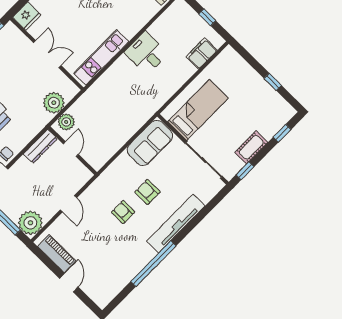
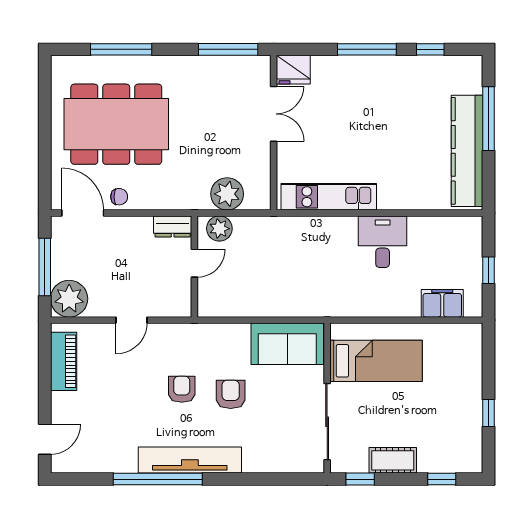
double door: (47, 54) -> (274, 114), moved
dresser: (40, 146) -> (173, 226), width x0.70
tv unit: (176, 224) -> (190, 460), moved
door: (69, 283) -> (45, 439), moved

